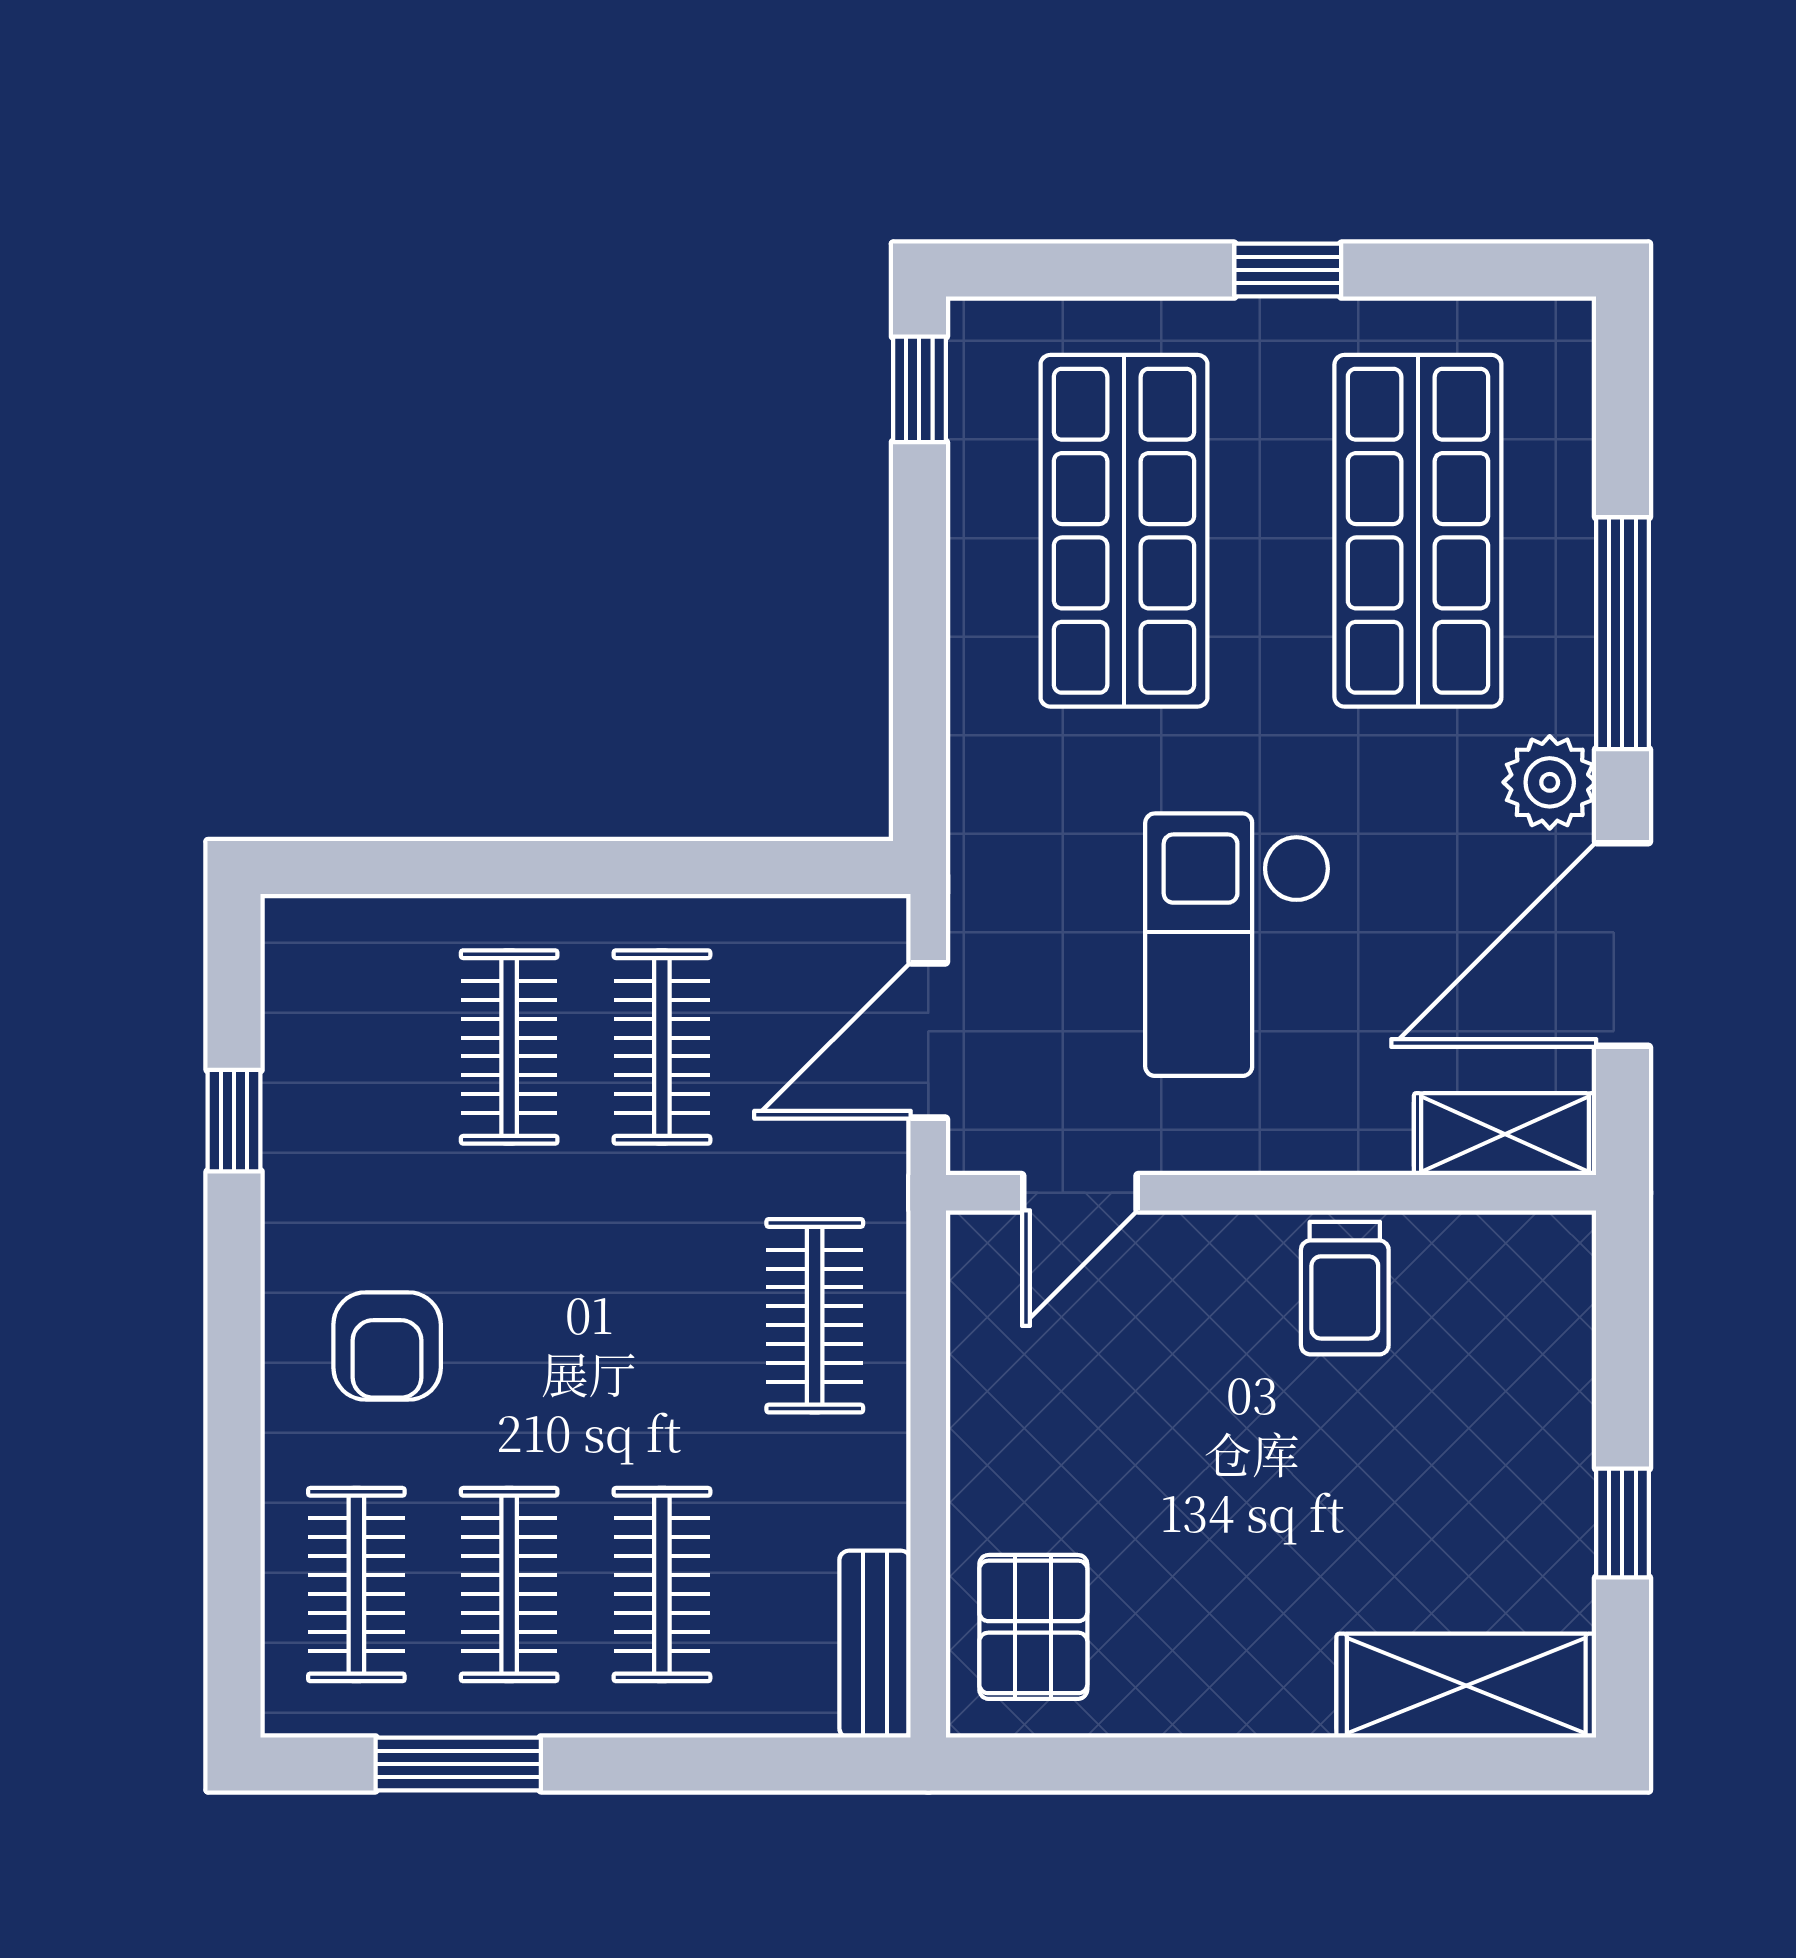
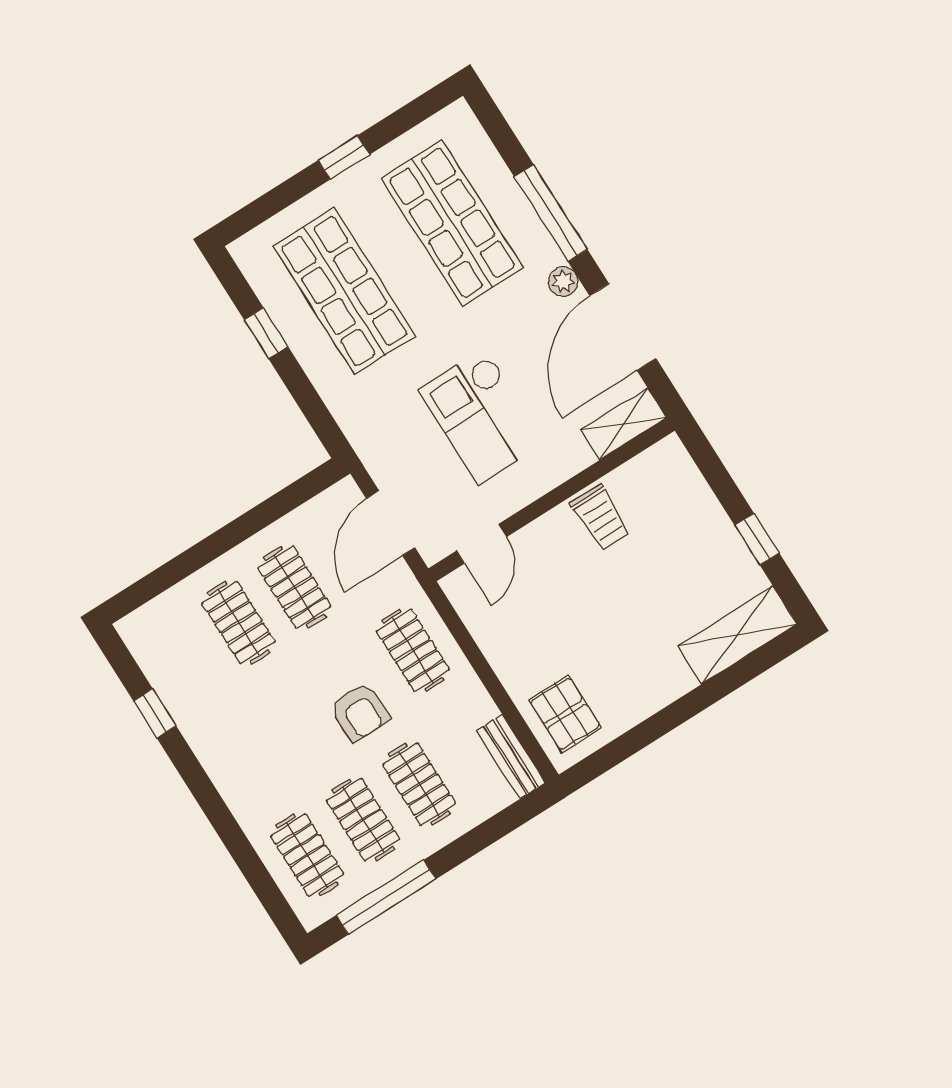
window: (919, 389) -> (266, 333), moved
plant: (1550, 782) -> (563, 282), width x0.73, depth x0.73
armchair: (387, 1346) -> (360, 712), moved
window: (458, 1764) -> (386, 897), width x1.44

